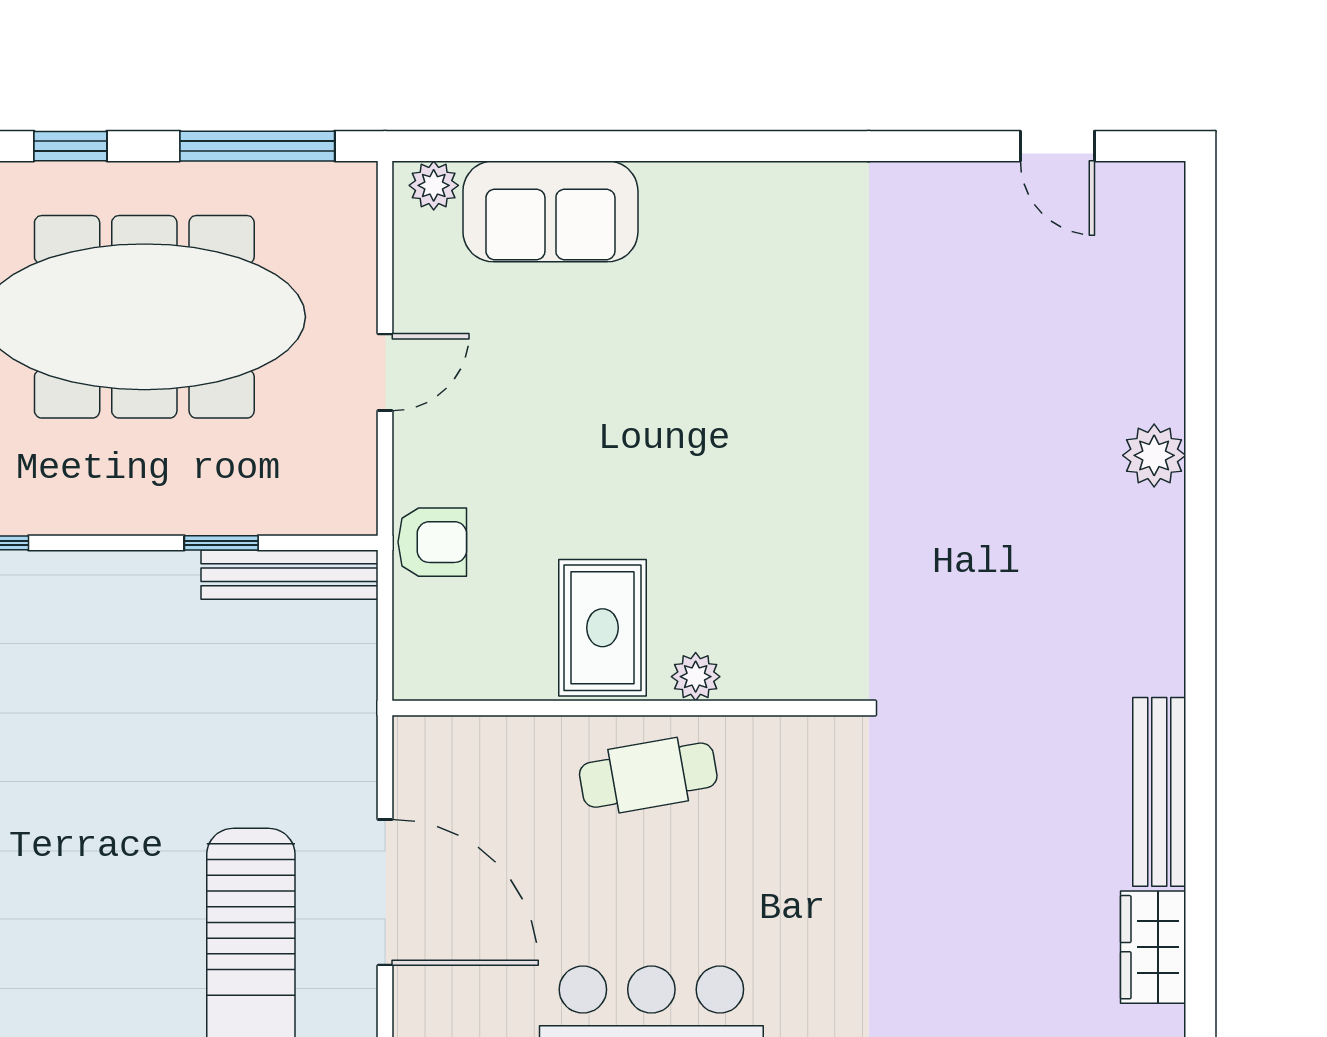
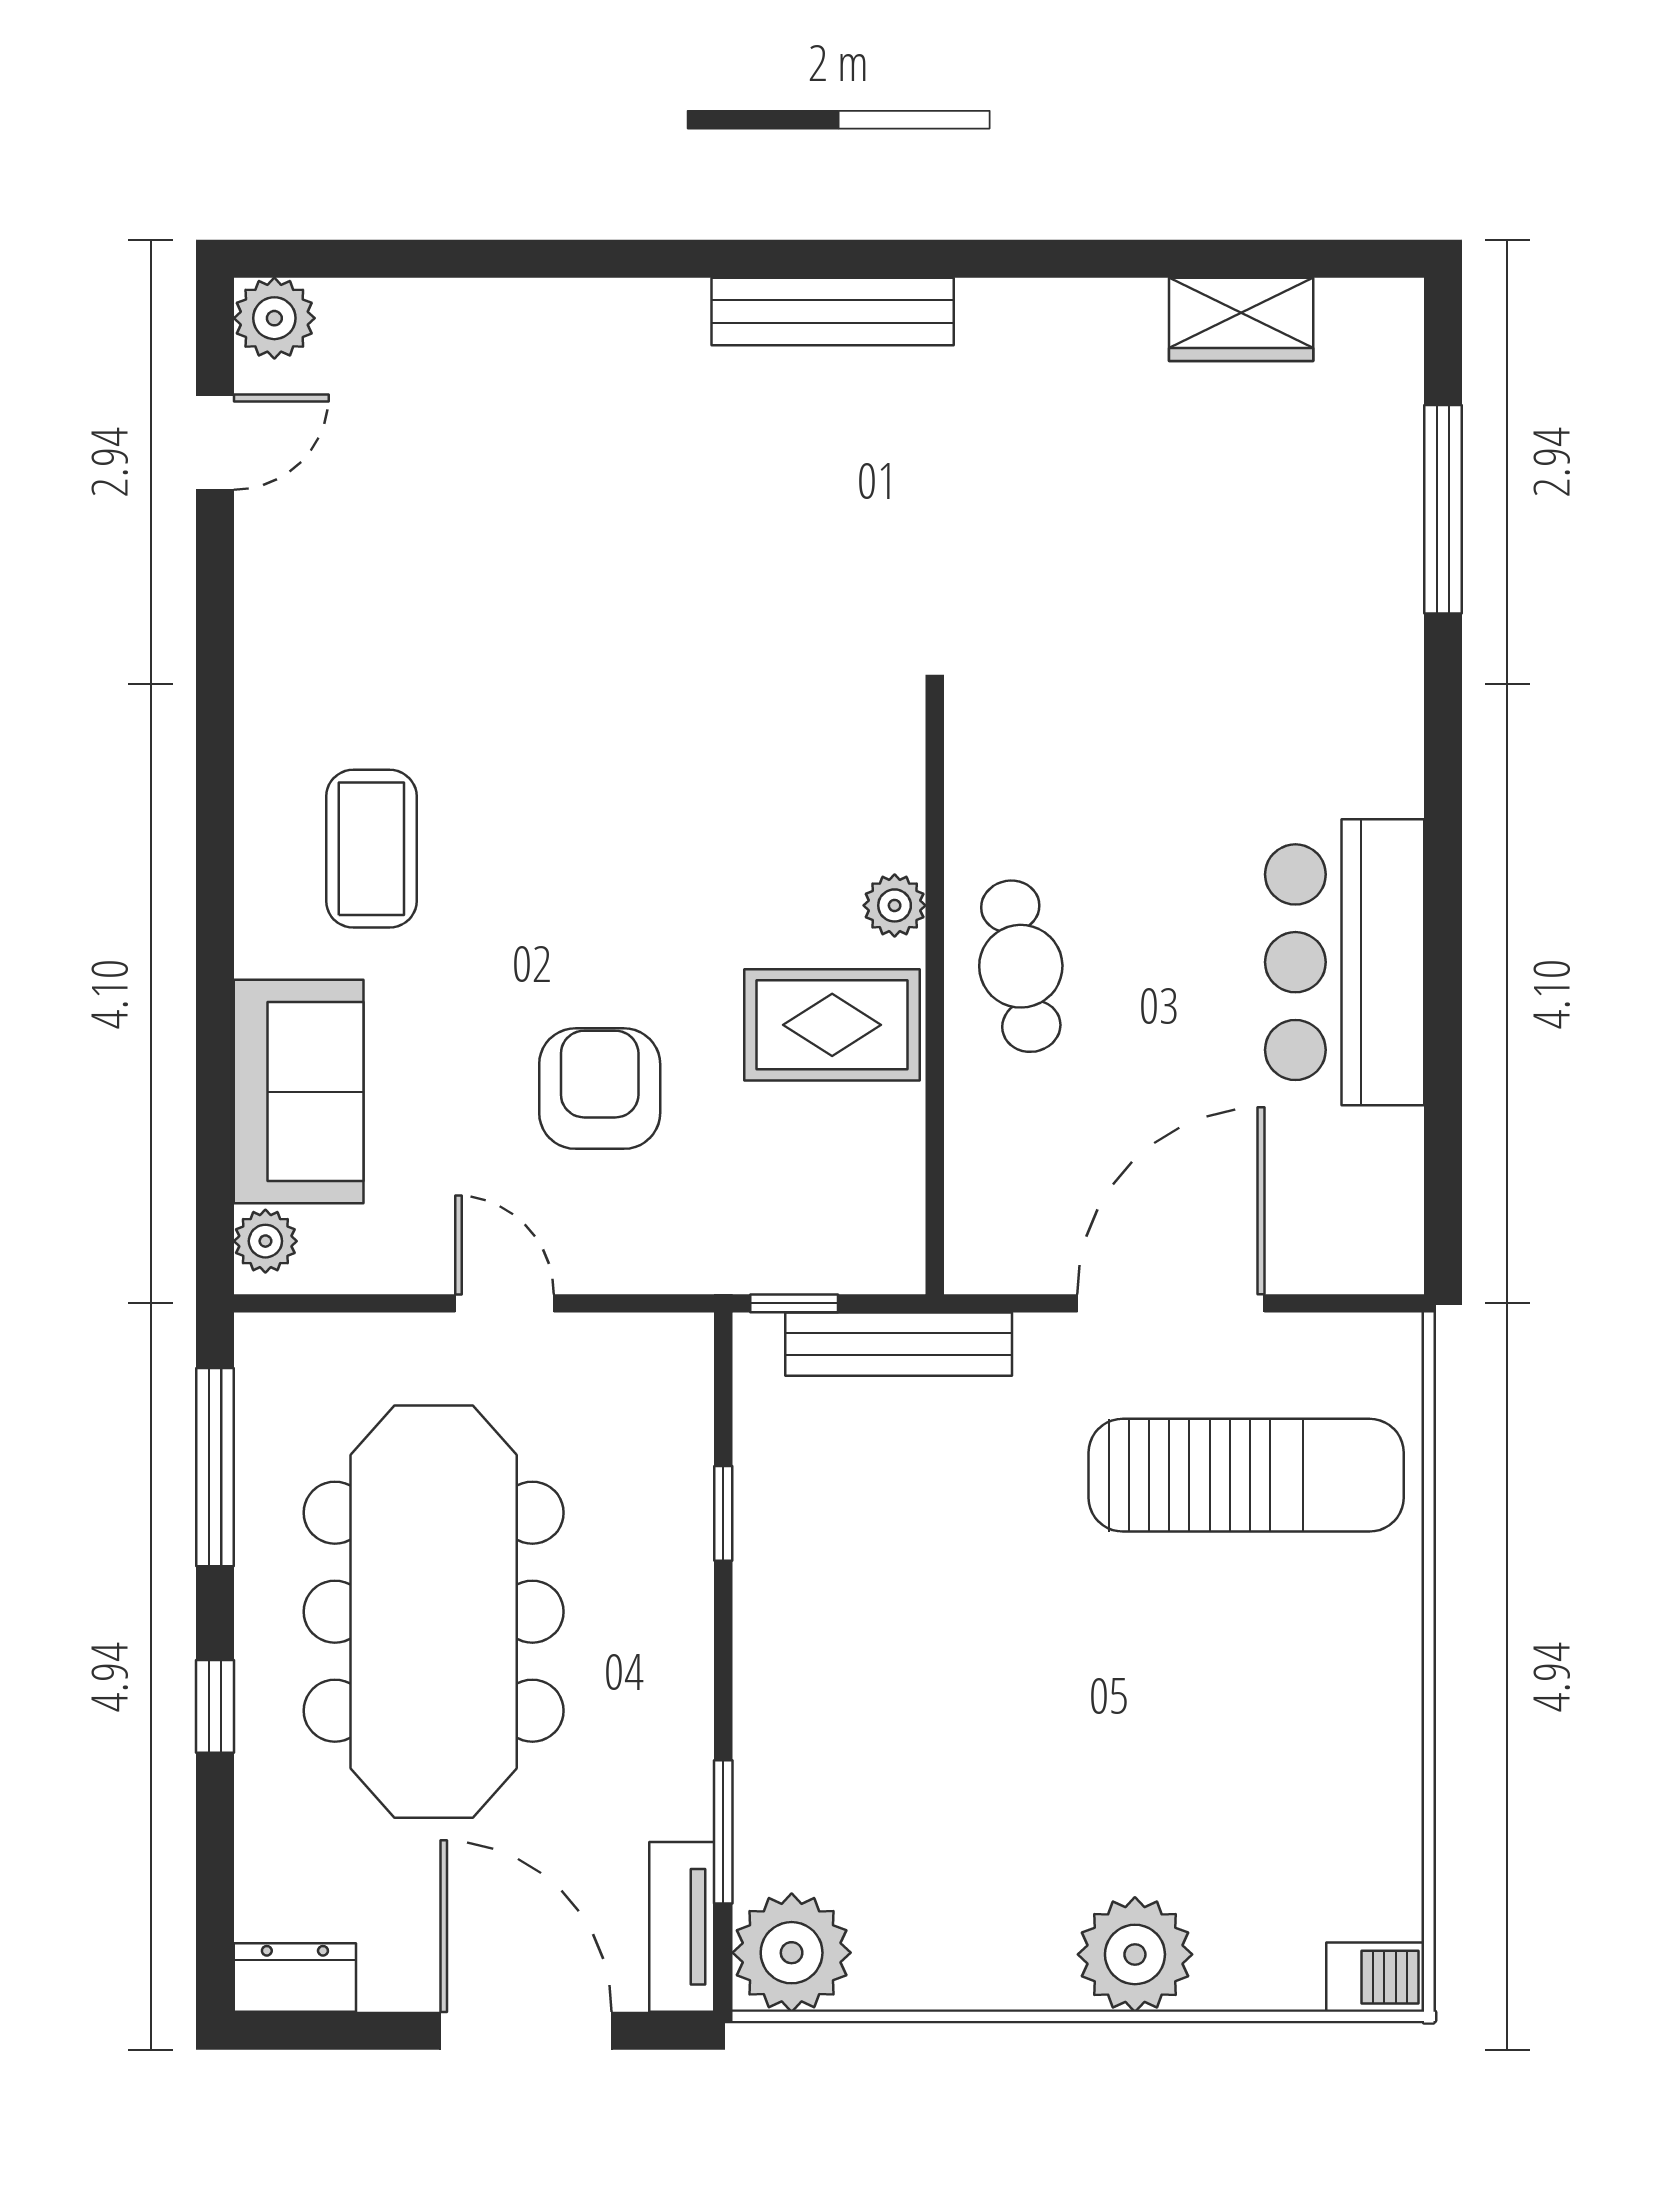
coffee table: (740, 268) -> (371, 849), added
plant: (1154, 455) -> (274, 318), moved
armchair: (432, 542) -> (600, 1089), moved, width x1.38, depth x1.38
bench: (290, 575) -> (899, 1344), moved, turned 90
window: (385, 598) -> (794, 1303), added
bench: (1159, 792) -> (833, 312), moved

